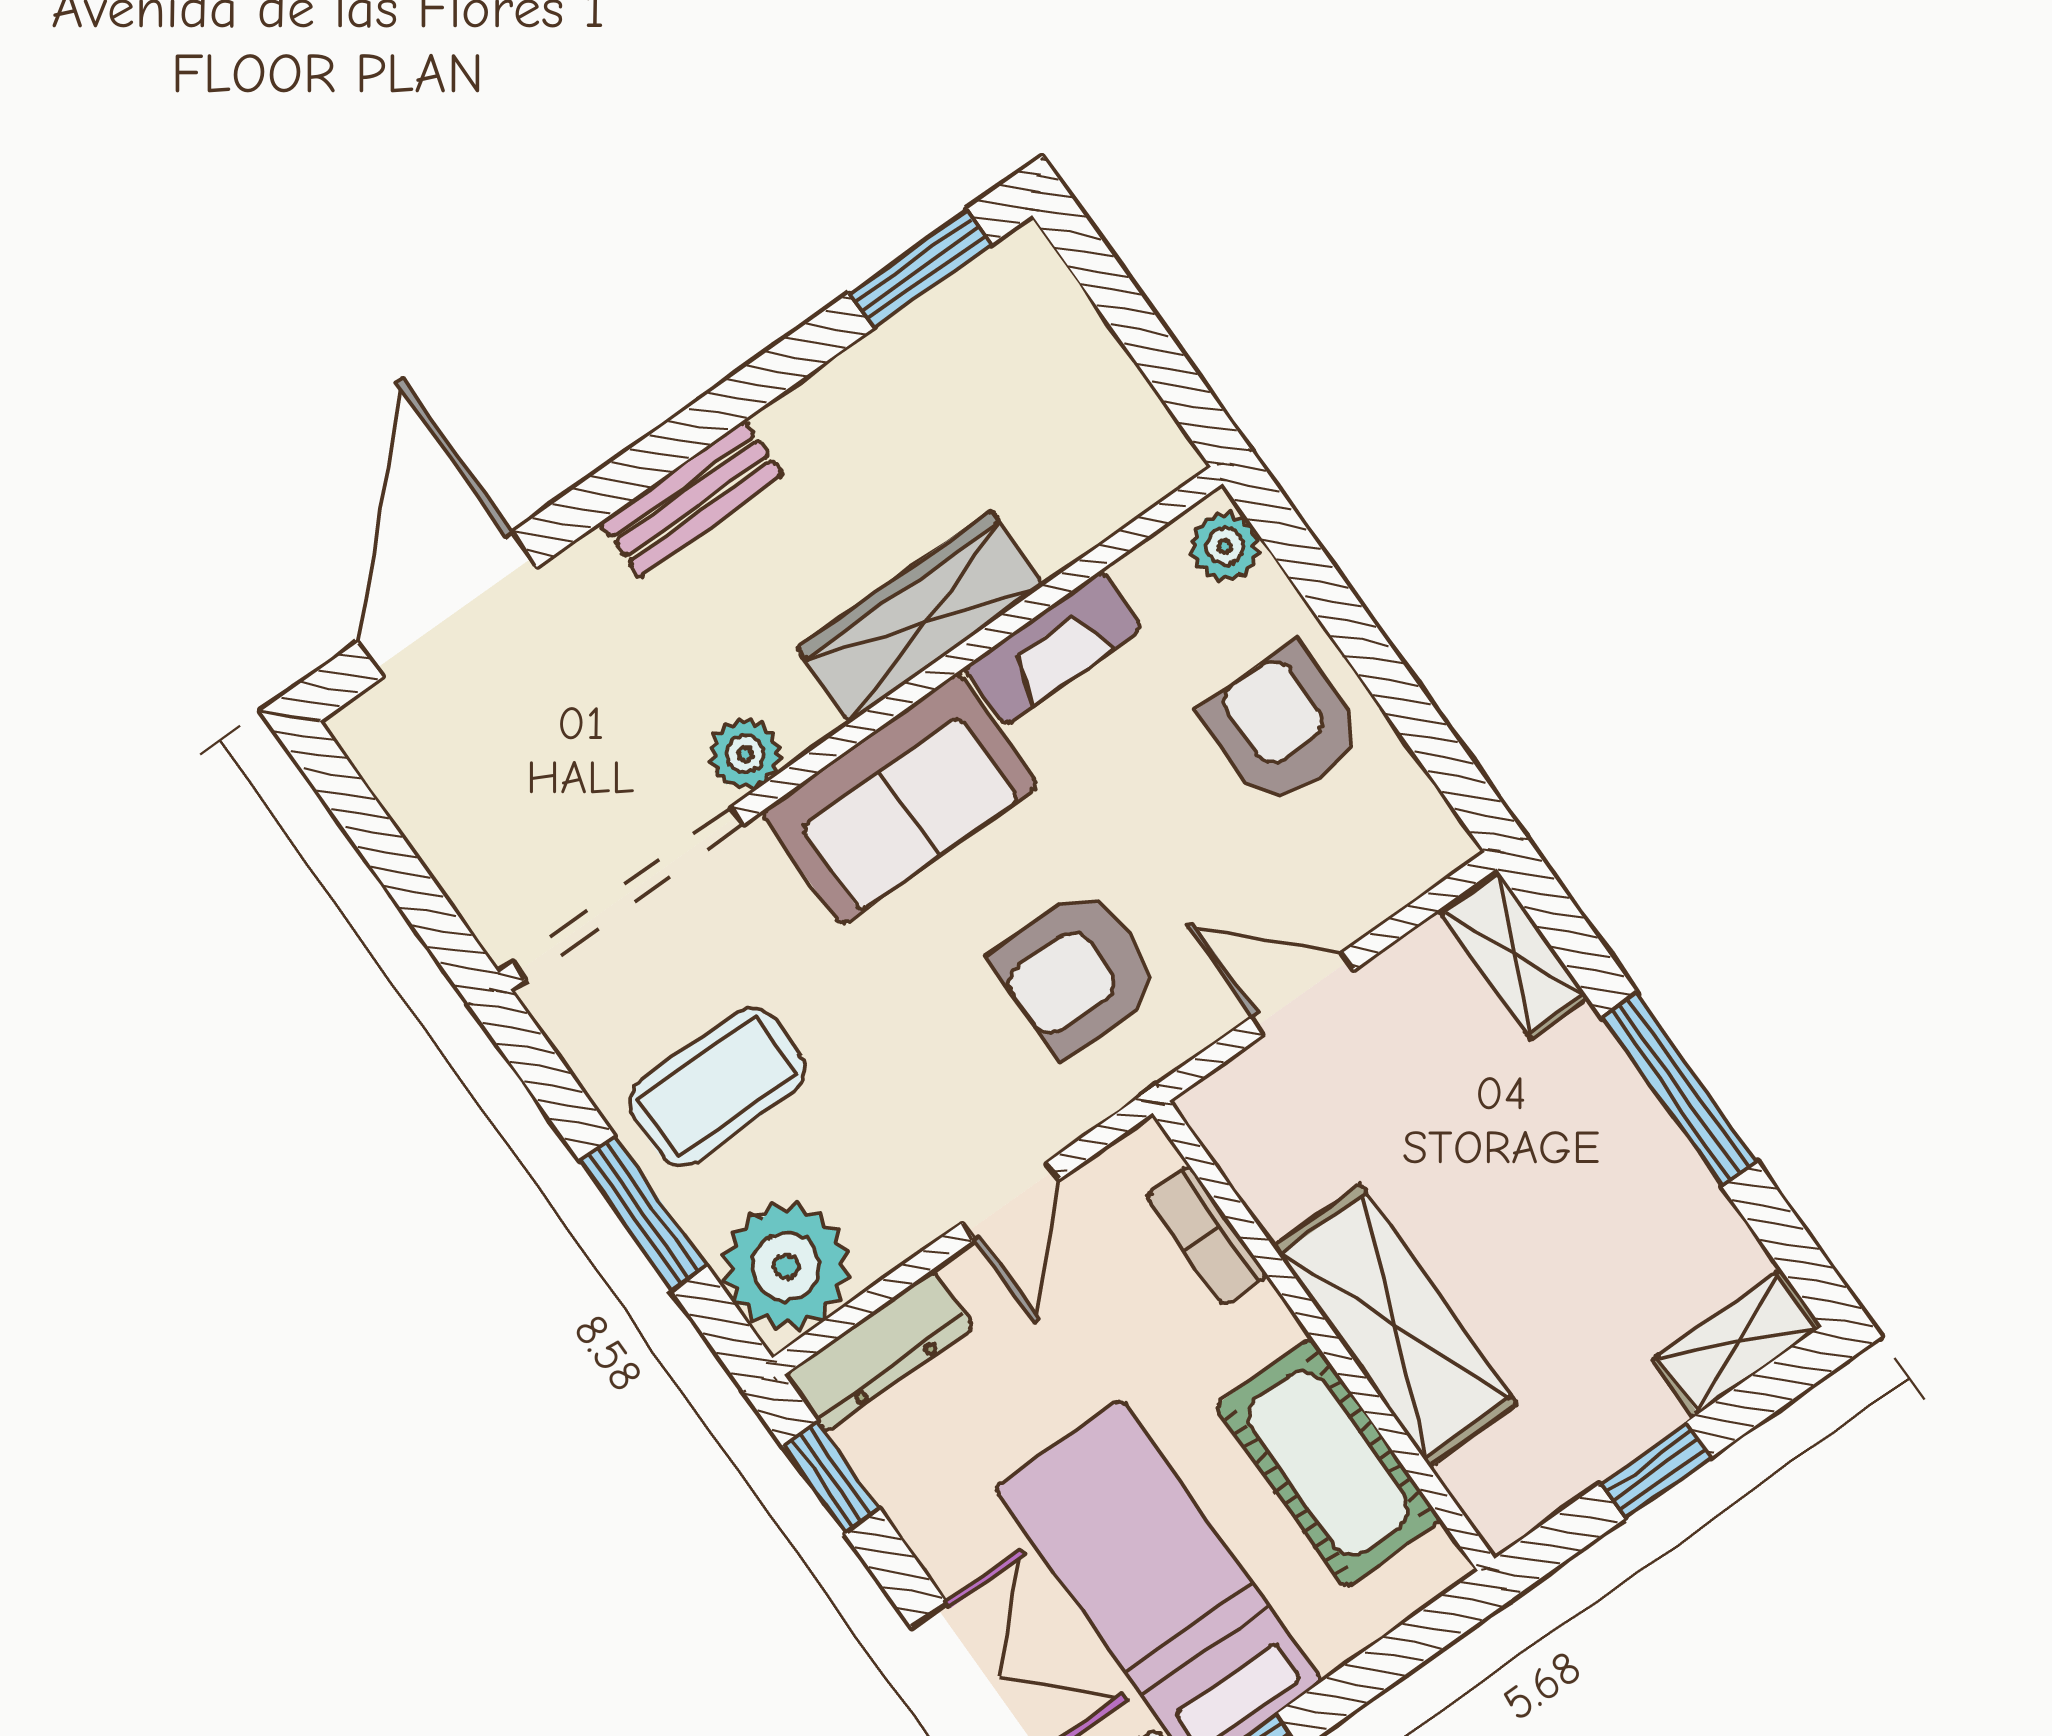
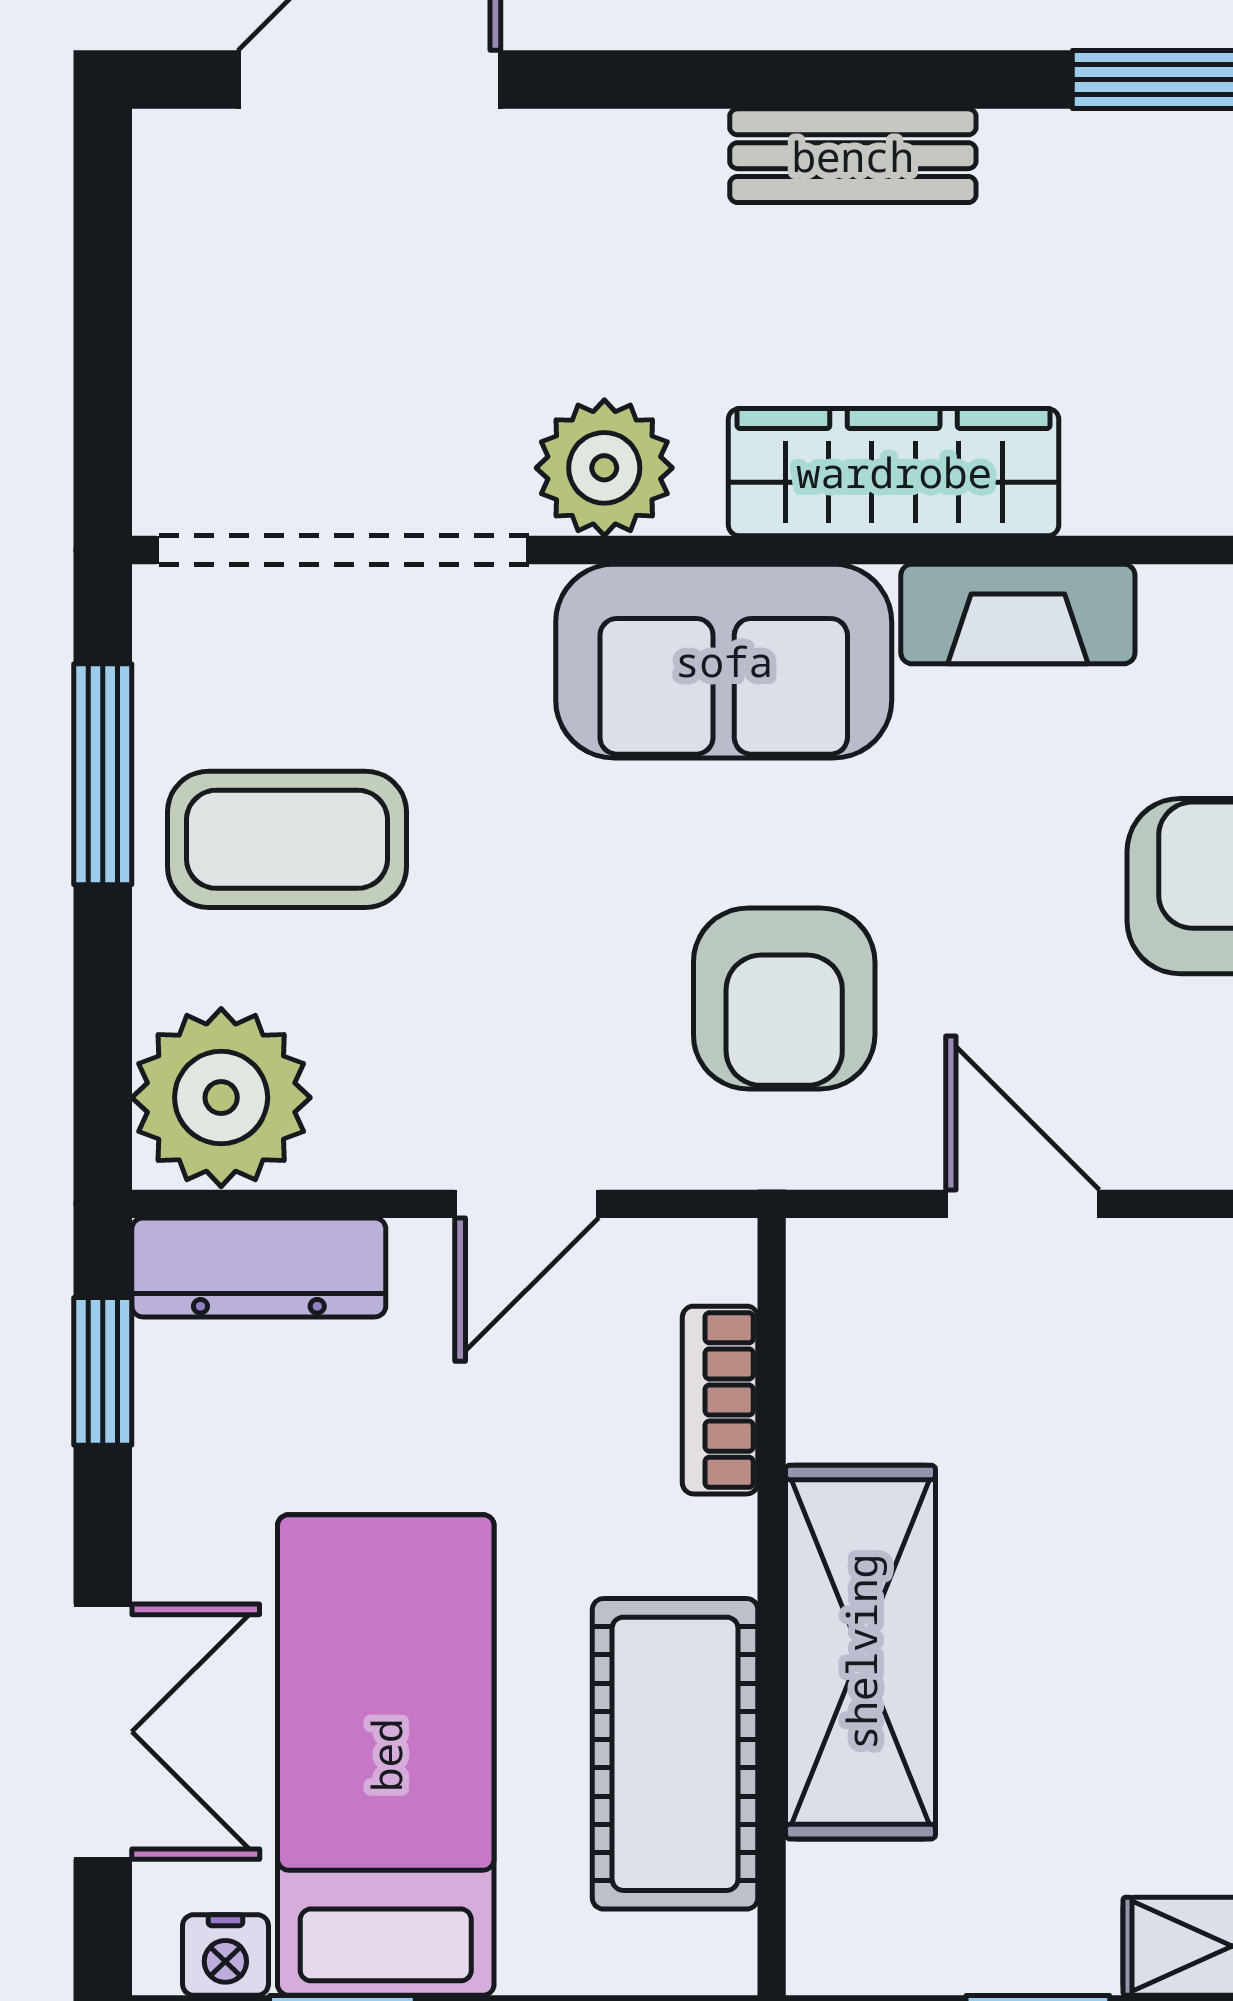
bench: (692, 499) -> (853, 156), moved
plant: (745, 754) -> (604, 468), width x1.38, depth x1.38
armchair: (1076, 972) -> (784, 998), turned -90
window: (643, 1213) -> (103, 774), moved

